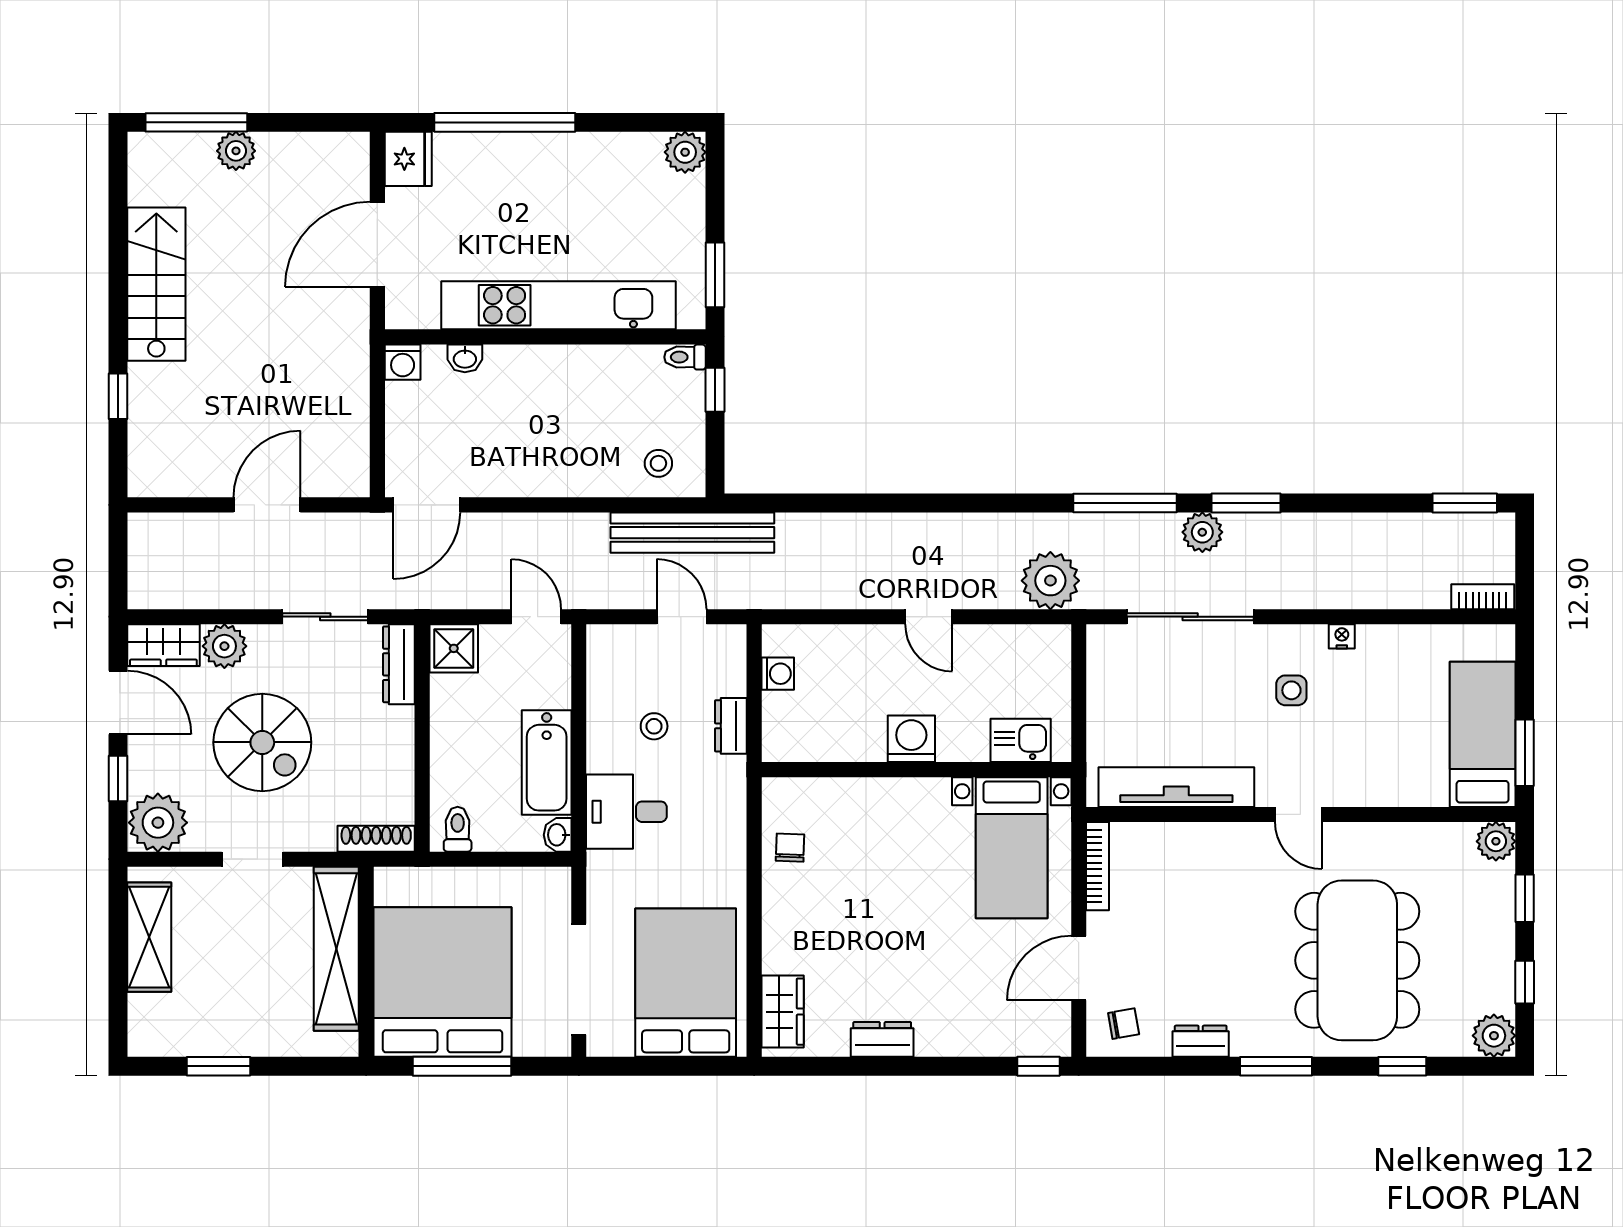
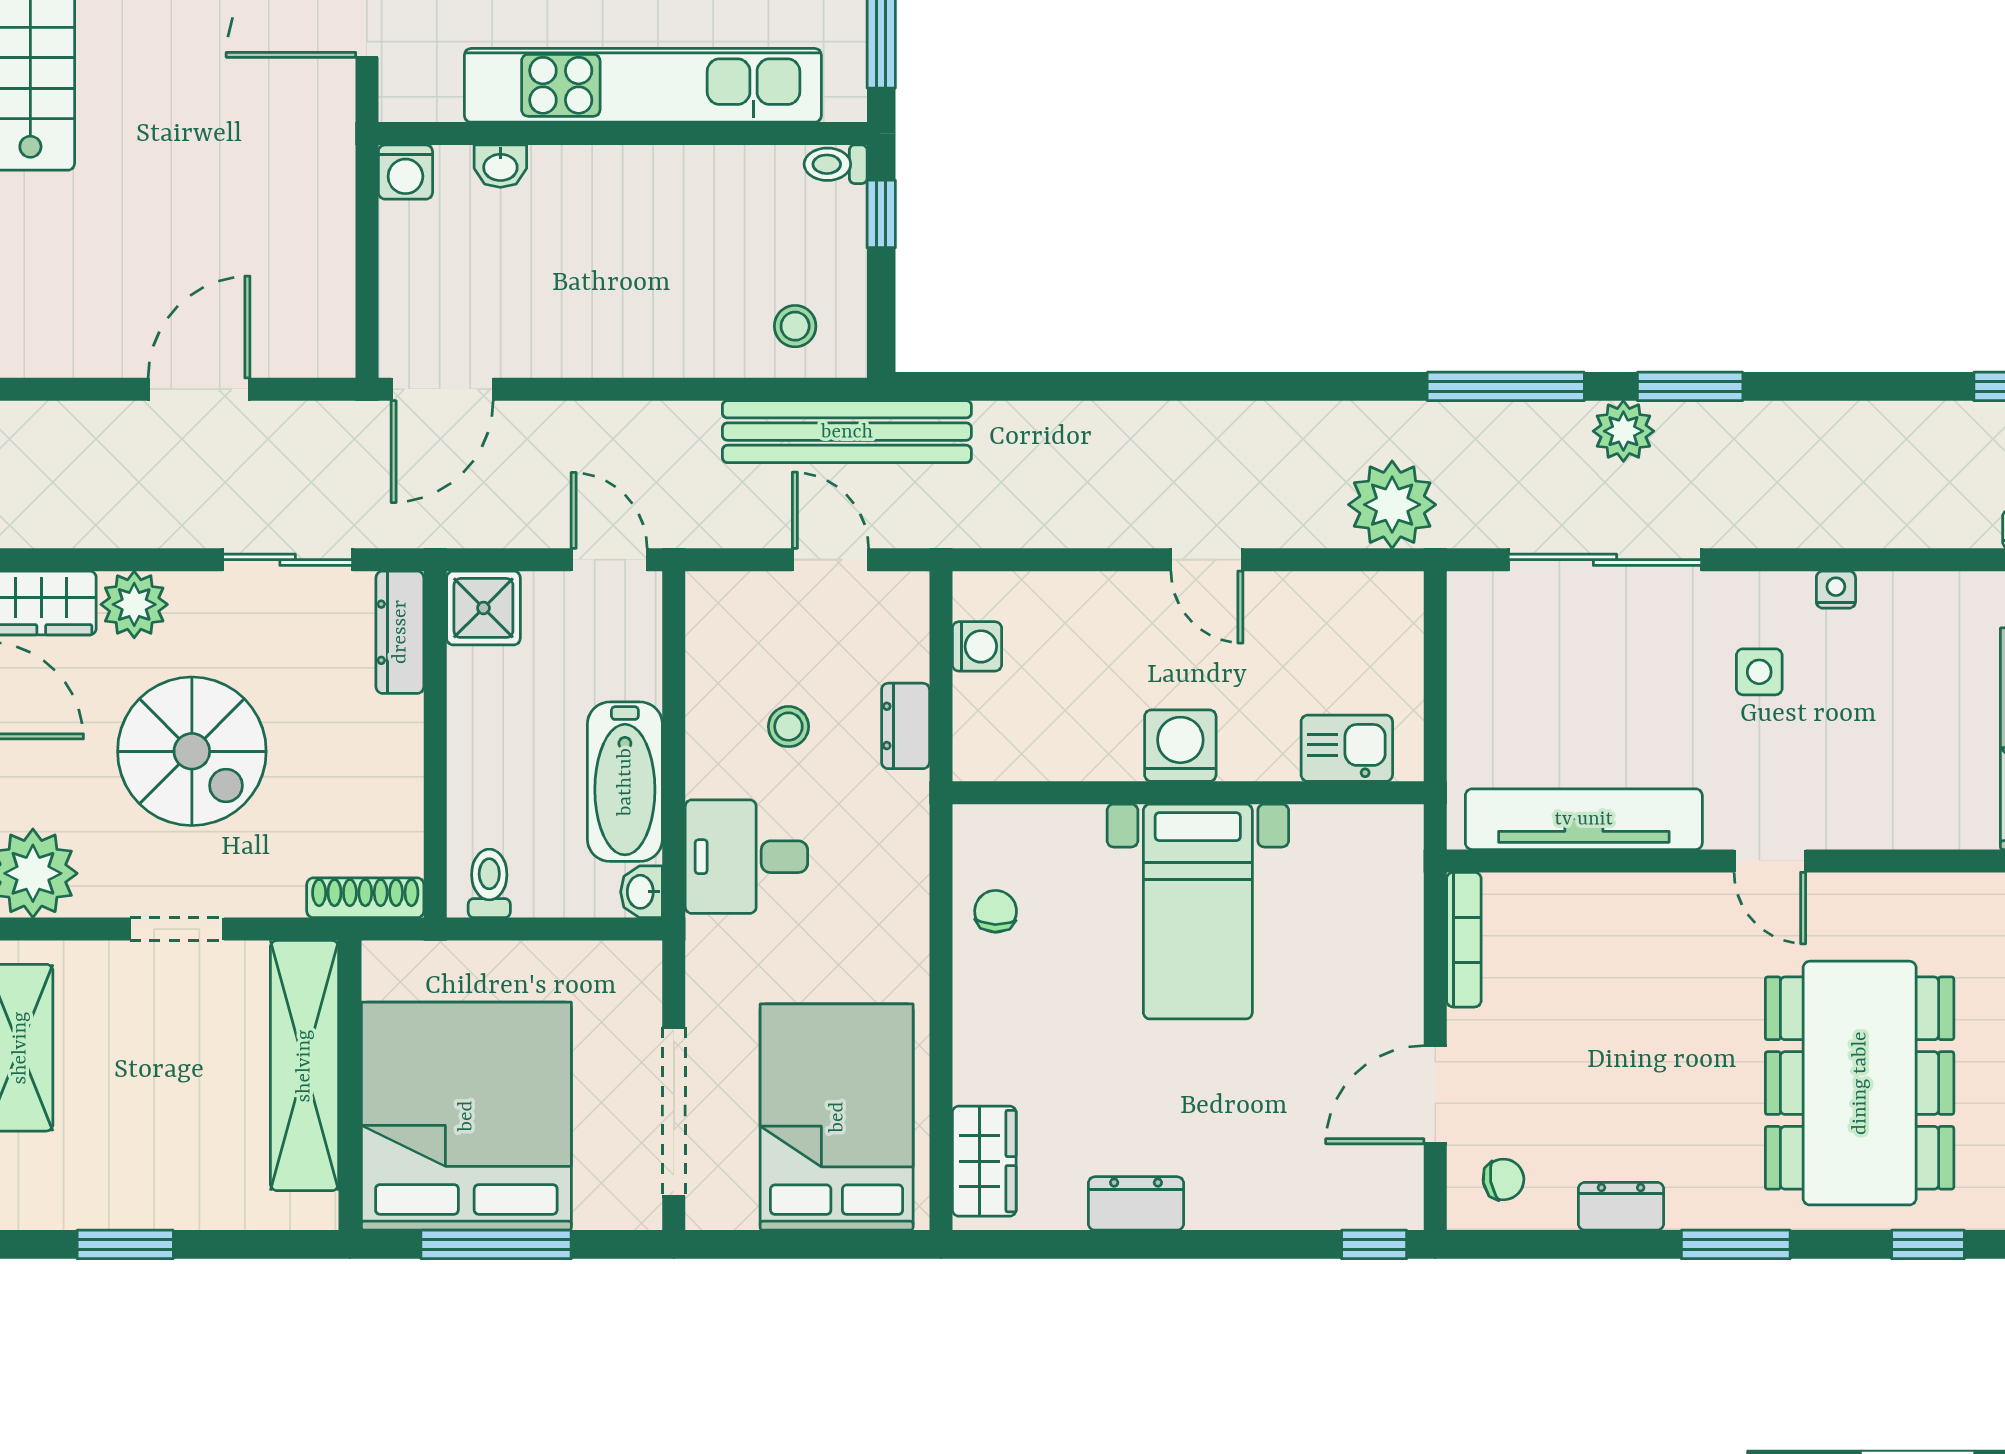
bed with nightstands: (1012, 848) -> (1198, 912), moved

